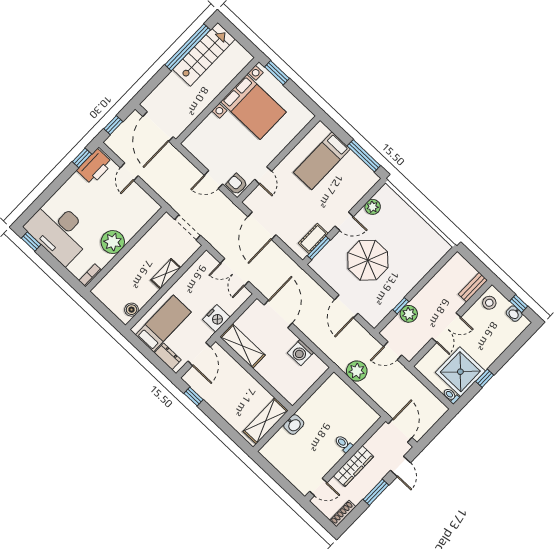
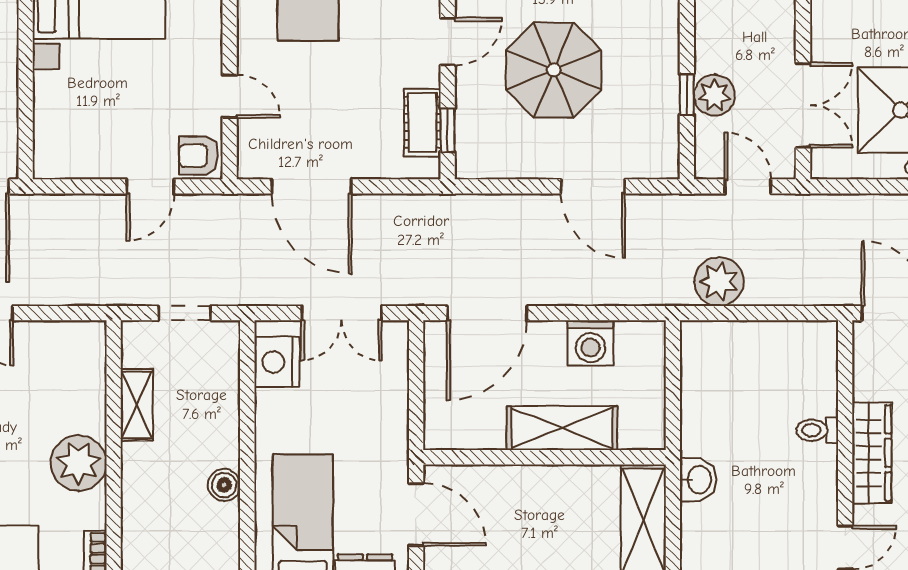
doorway: (187, 227) -> (185, 313), width x0.73
window: (319, 248) -> (448, 130), width x0.67
shelving: (166, 274) -> (137, 405), moved
boiler: (132, 310) -> (224, 485), moved
door: (278, 314) -> (487, 313), swing flipped
nightstand: (216, 318) -> (277, 362), moved, turned 180
double door: (446, 328) -> (803, 105), moved
shelving: (242, 346) -> (562, 428), moved
door: (393, 351) -> (748, 186), swing flipped

